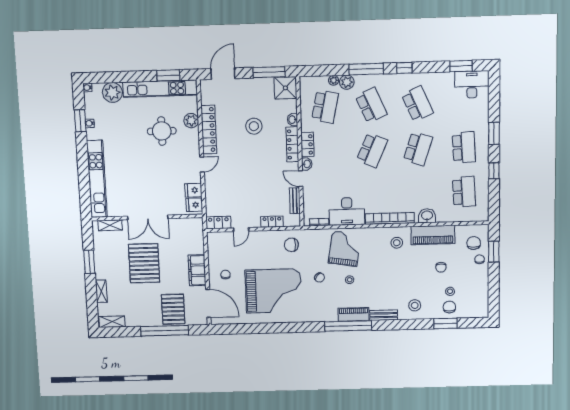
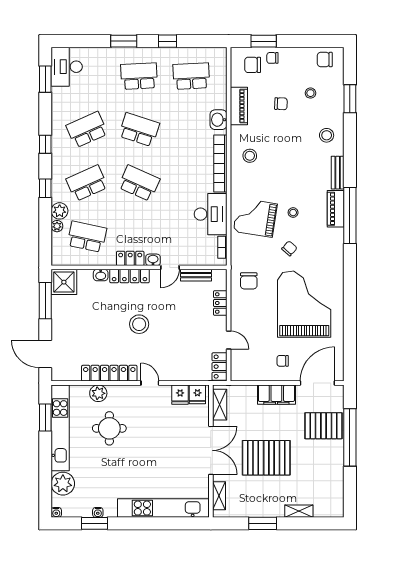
window: (366, 69) -> (45, 188), width x0.46
stool: (254, 126) -> (139, 324), moved
piano: (433, 235) -> (239, 106), width x0.73, depth x0.75
chair: (449, 307) -> (325, 59), moved
shelving: (112, 322) -> (220, 405), moved

